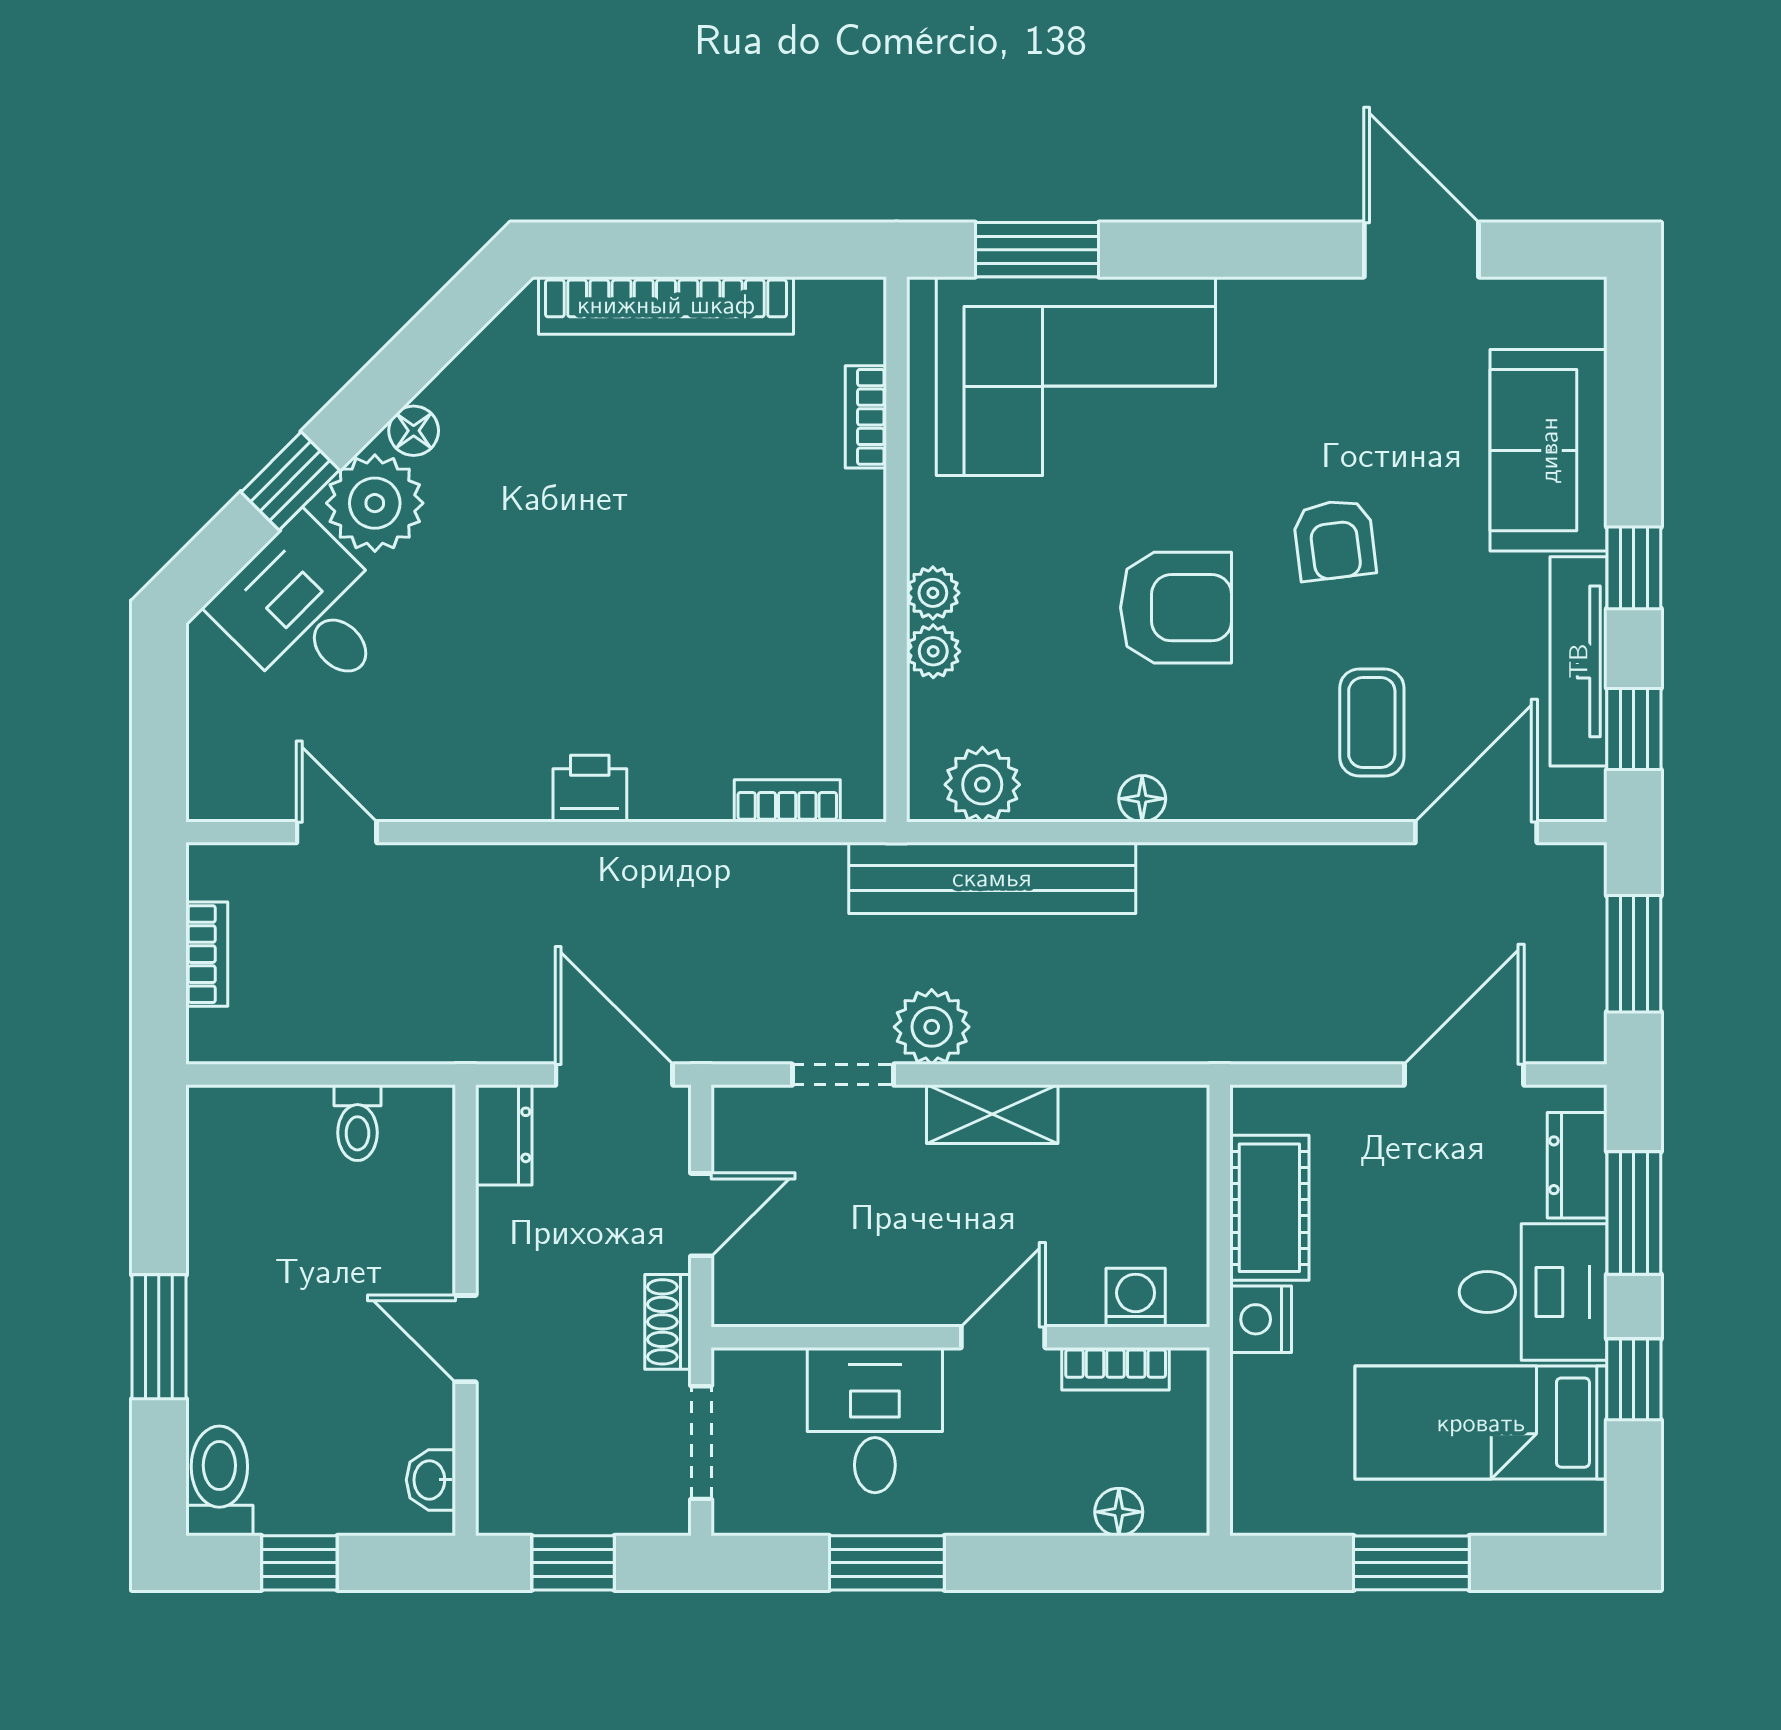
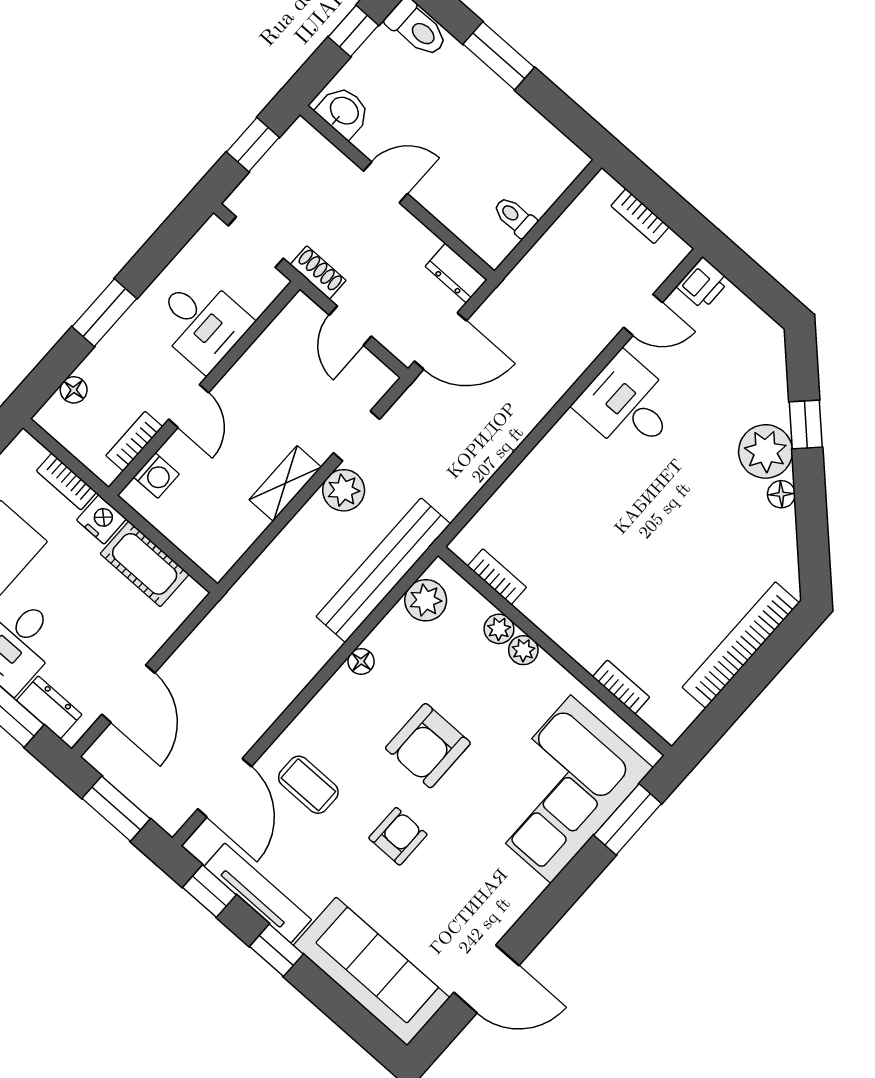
sofa: (1549, 450) -> (372, 971), width x1.36
armchair: (1334, 540) -> (398, 836), turned 97
desk: (306, 612) -> (628, 405), moved, turned -135
printer: (590, 789) -> (703, 284), moved
bookcase: (787, 801) -> (497, 577), moved, turned -90
bookcase: (1251, 1412) -> (66, 482), added
washbasin: (431, 1480) -> (344, 112), width x1.38, depth x1.45
window: (887, 1563) -> (104, 313), moved

